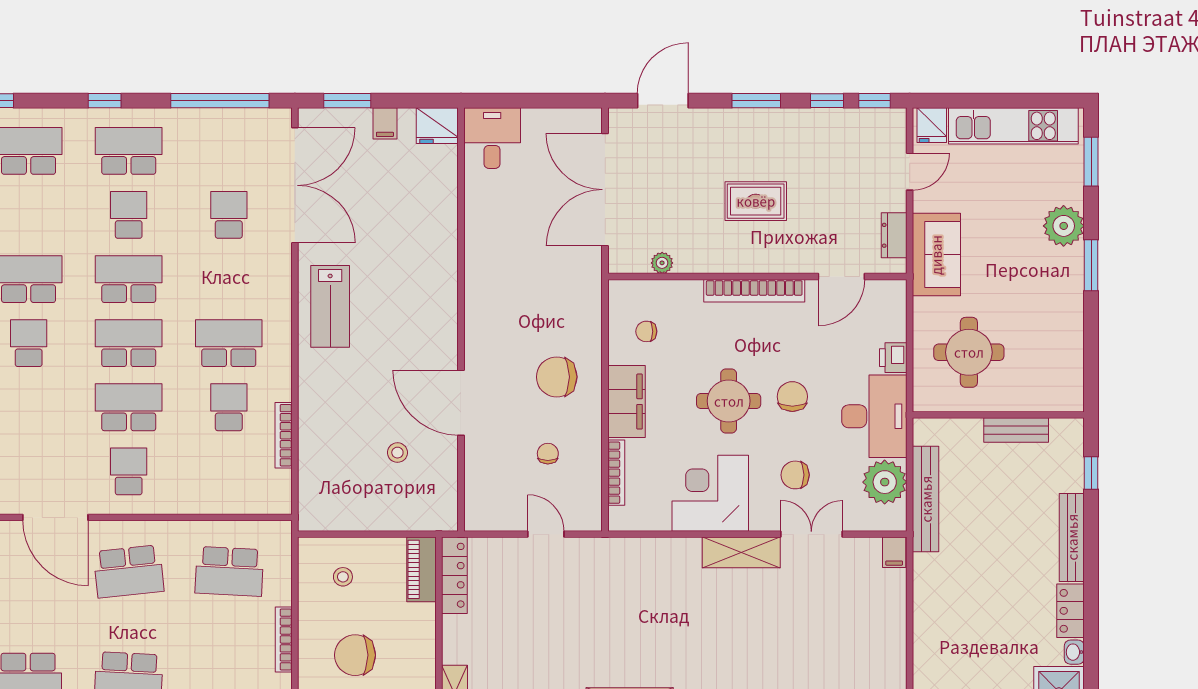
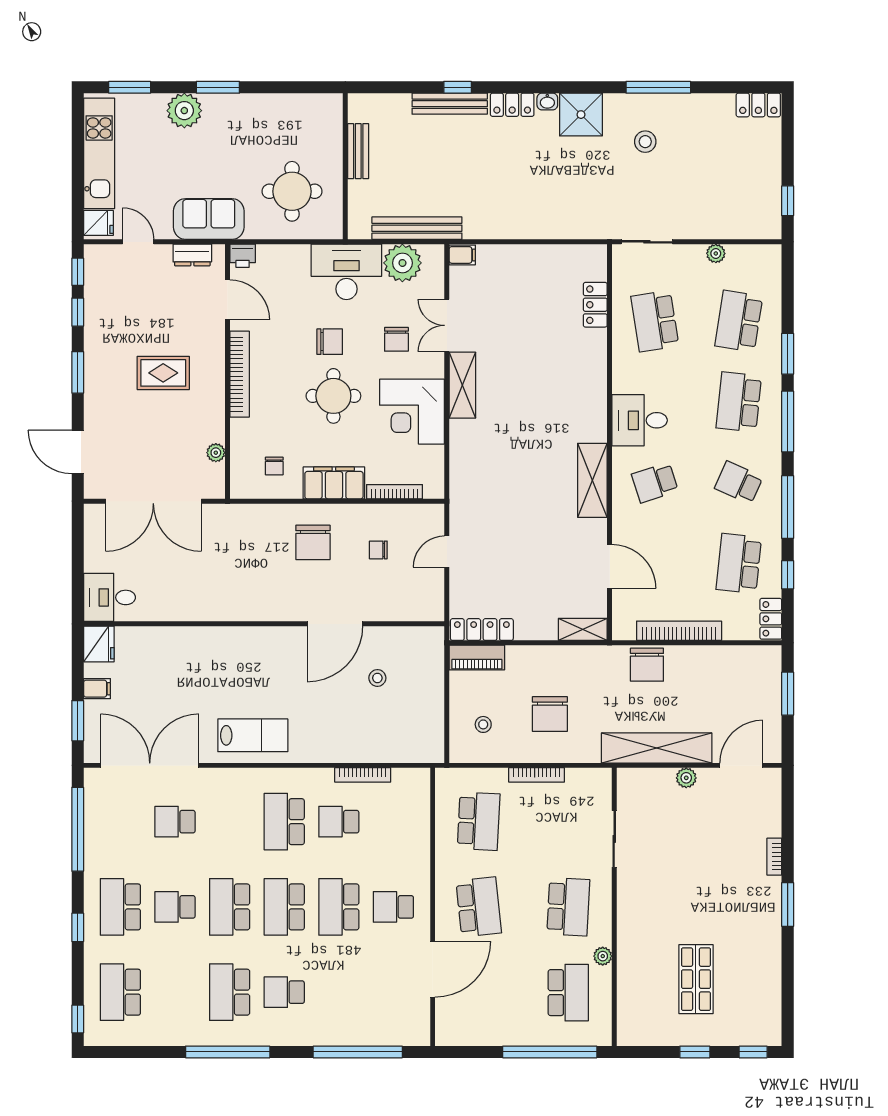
rug: (756, 201) -> (163, 373), turned 90
printer: (893, 358) -> (243, 256), moved
chair: (792, 397) -> (330, 342), turned 180
window: (1091, 473) -> (458, 87), moved

